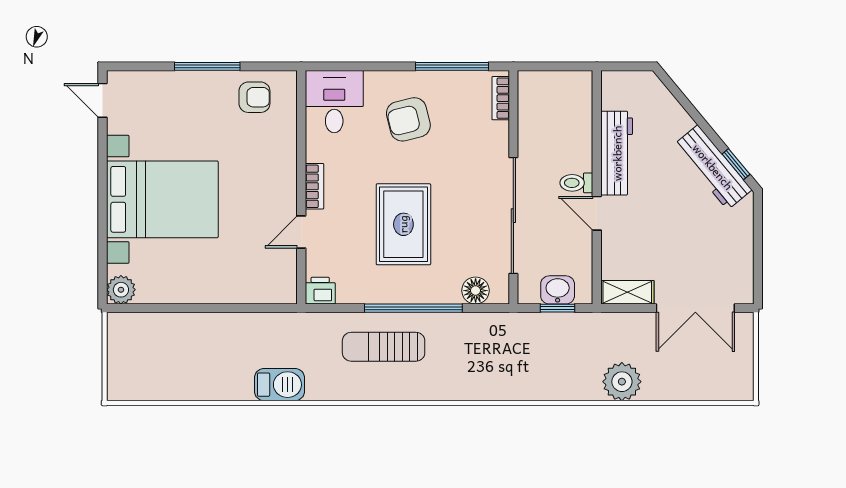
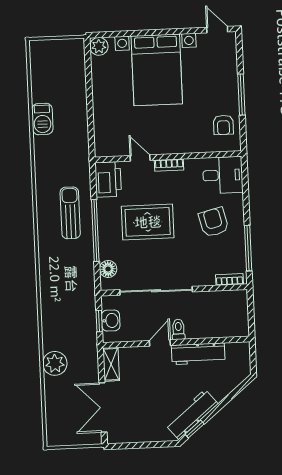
door: (103, 100) -> (217, 30), hinge flipped
printer: (320, 291) -> (108, 179), width x1.87, depth x1.48
barbecue: (279, 385) -> (42, 119), moved

